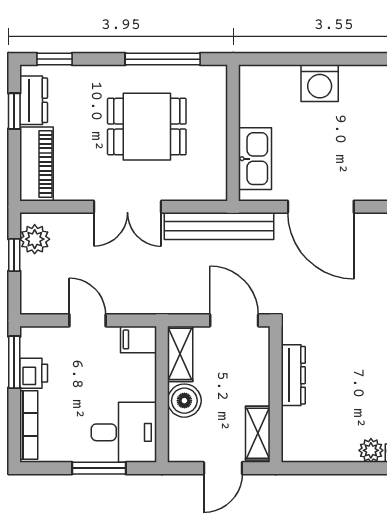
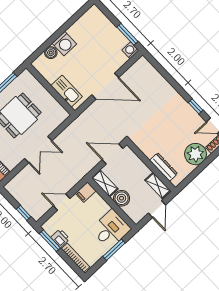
boiler: (286, 77) -> (51, 53), added
bench: (219, 226) -> (76, 126), removed
plant: (35, 239) -> (17, 191), removed
window: (14, 255) -> (24, 213), moved
dresser: (293, 375) -> (164, 167), moved
plant: (371, 450) -> (196, 154), width x1.88, depth x1.88

